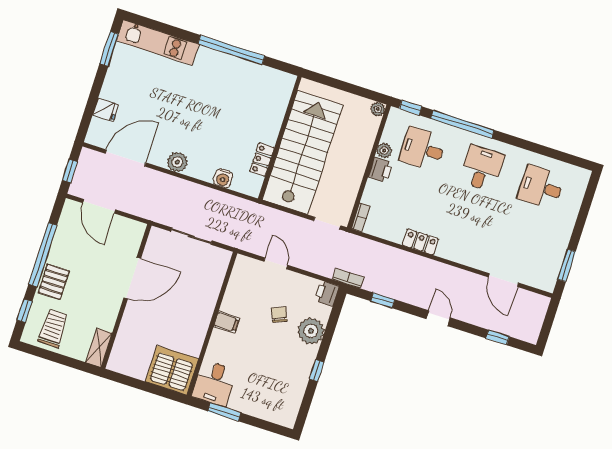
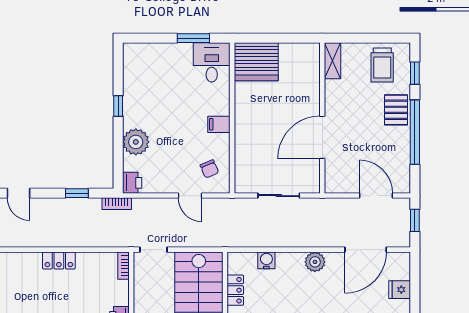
chair: (279, 315) -> (209, 169), moved

